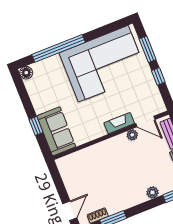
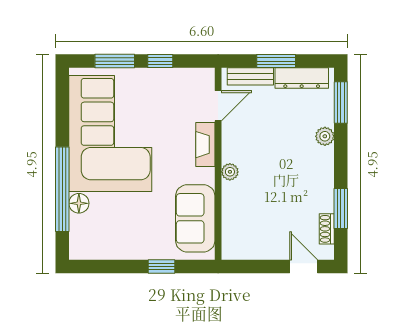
floor lamp: (26, 73) -> (79, 203), moved
sofa: (56, 131) -> (195, 218), moved, turned -90
plant: (132, 135) -> (230, 172), moved

